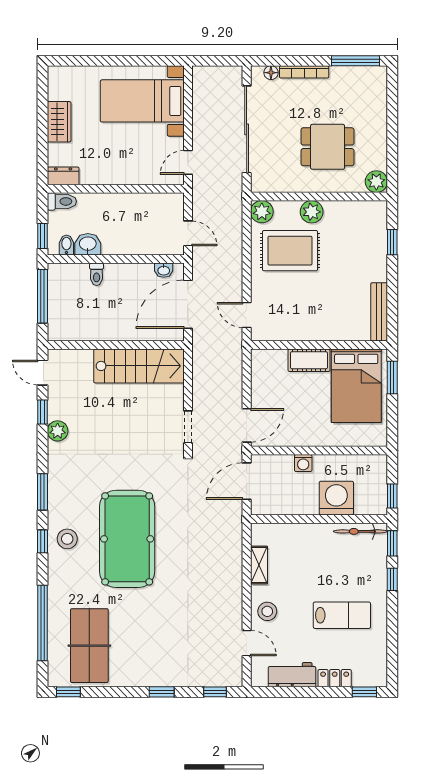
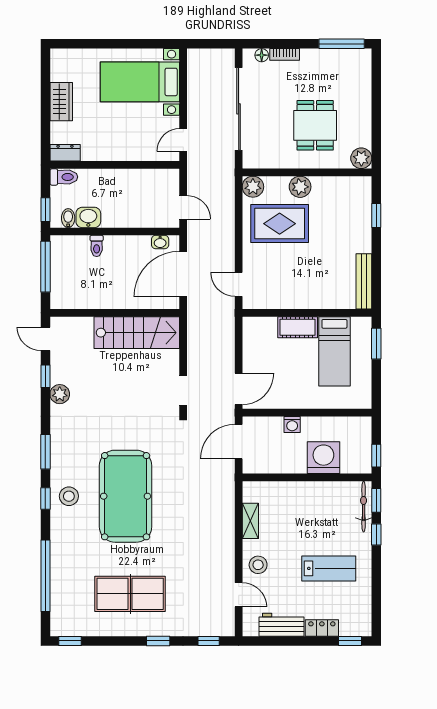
bookcase: (304, 72) -> (285, 54), width x0.64
dining table: (328, 147) -> (315, 125), turned 90
bed: (356, 386) -> (334, 351), width x0.67
bicycle: (360, 531) -> (364, 507), moved, turned 90
table tennis table: (89, 646) -> (130, 594), moved, turned 90

